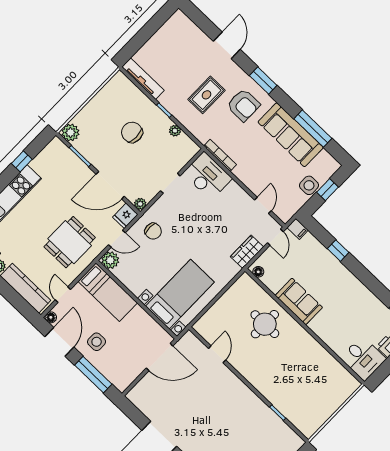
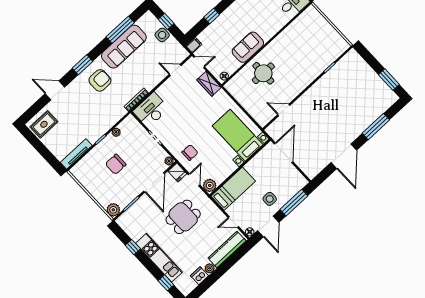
rug: (207, 95) -> (44, 124), moved, turned 90
dining table: (70, 242) -> (183, 217), moved, turned 90
door: (59, 342) -> (268, 227), swing flipped

